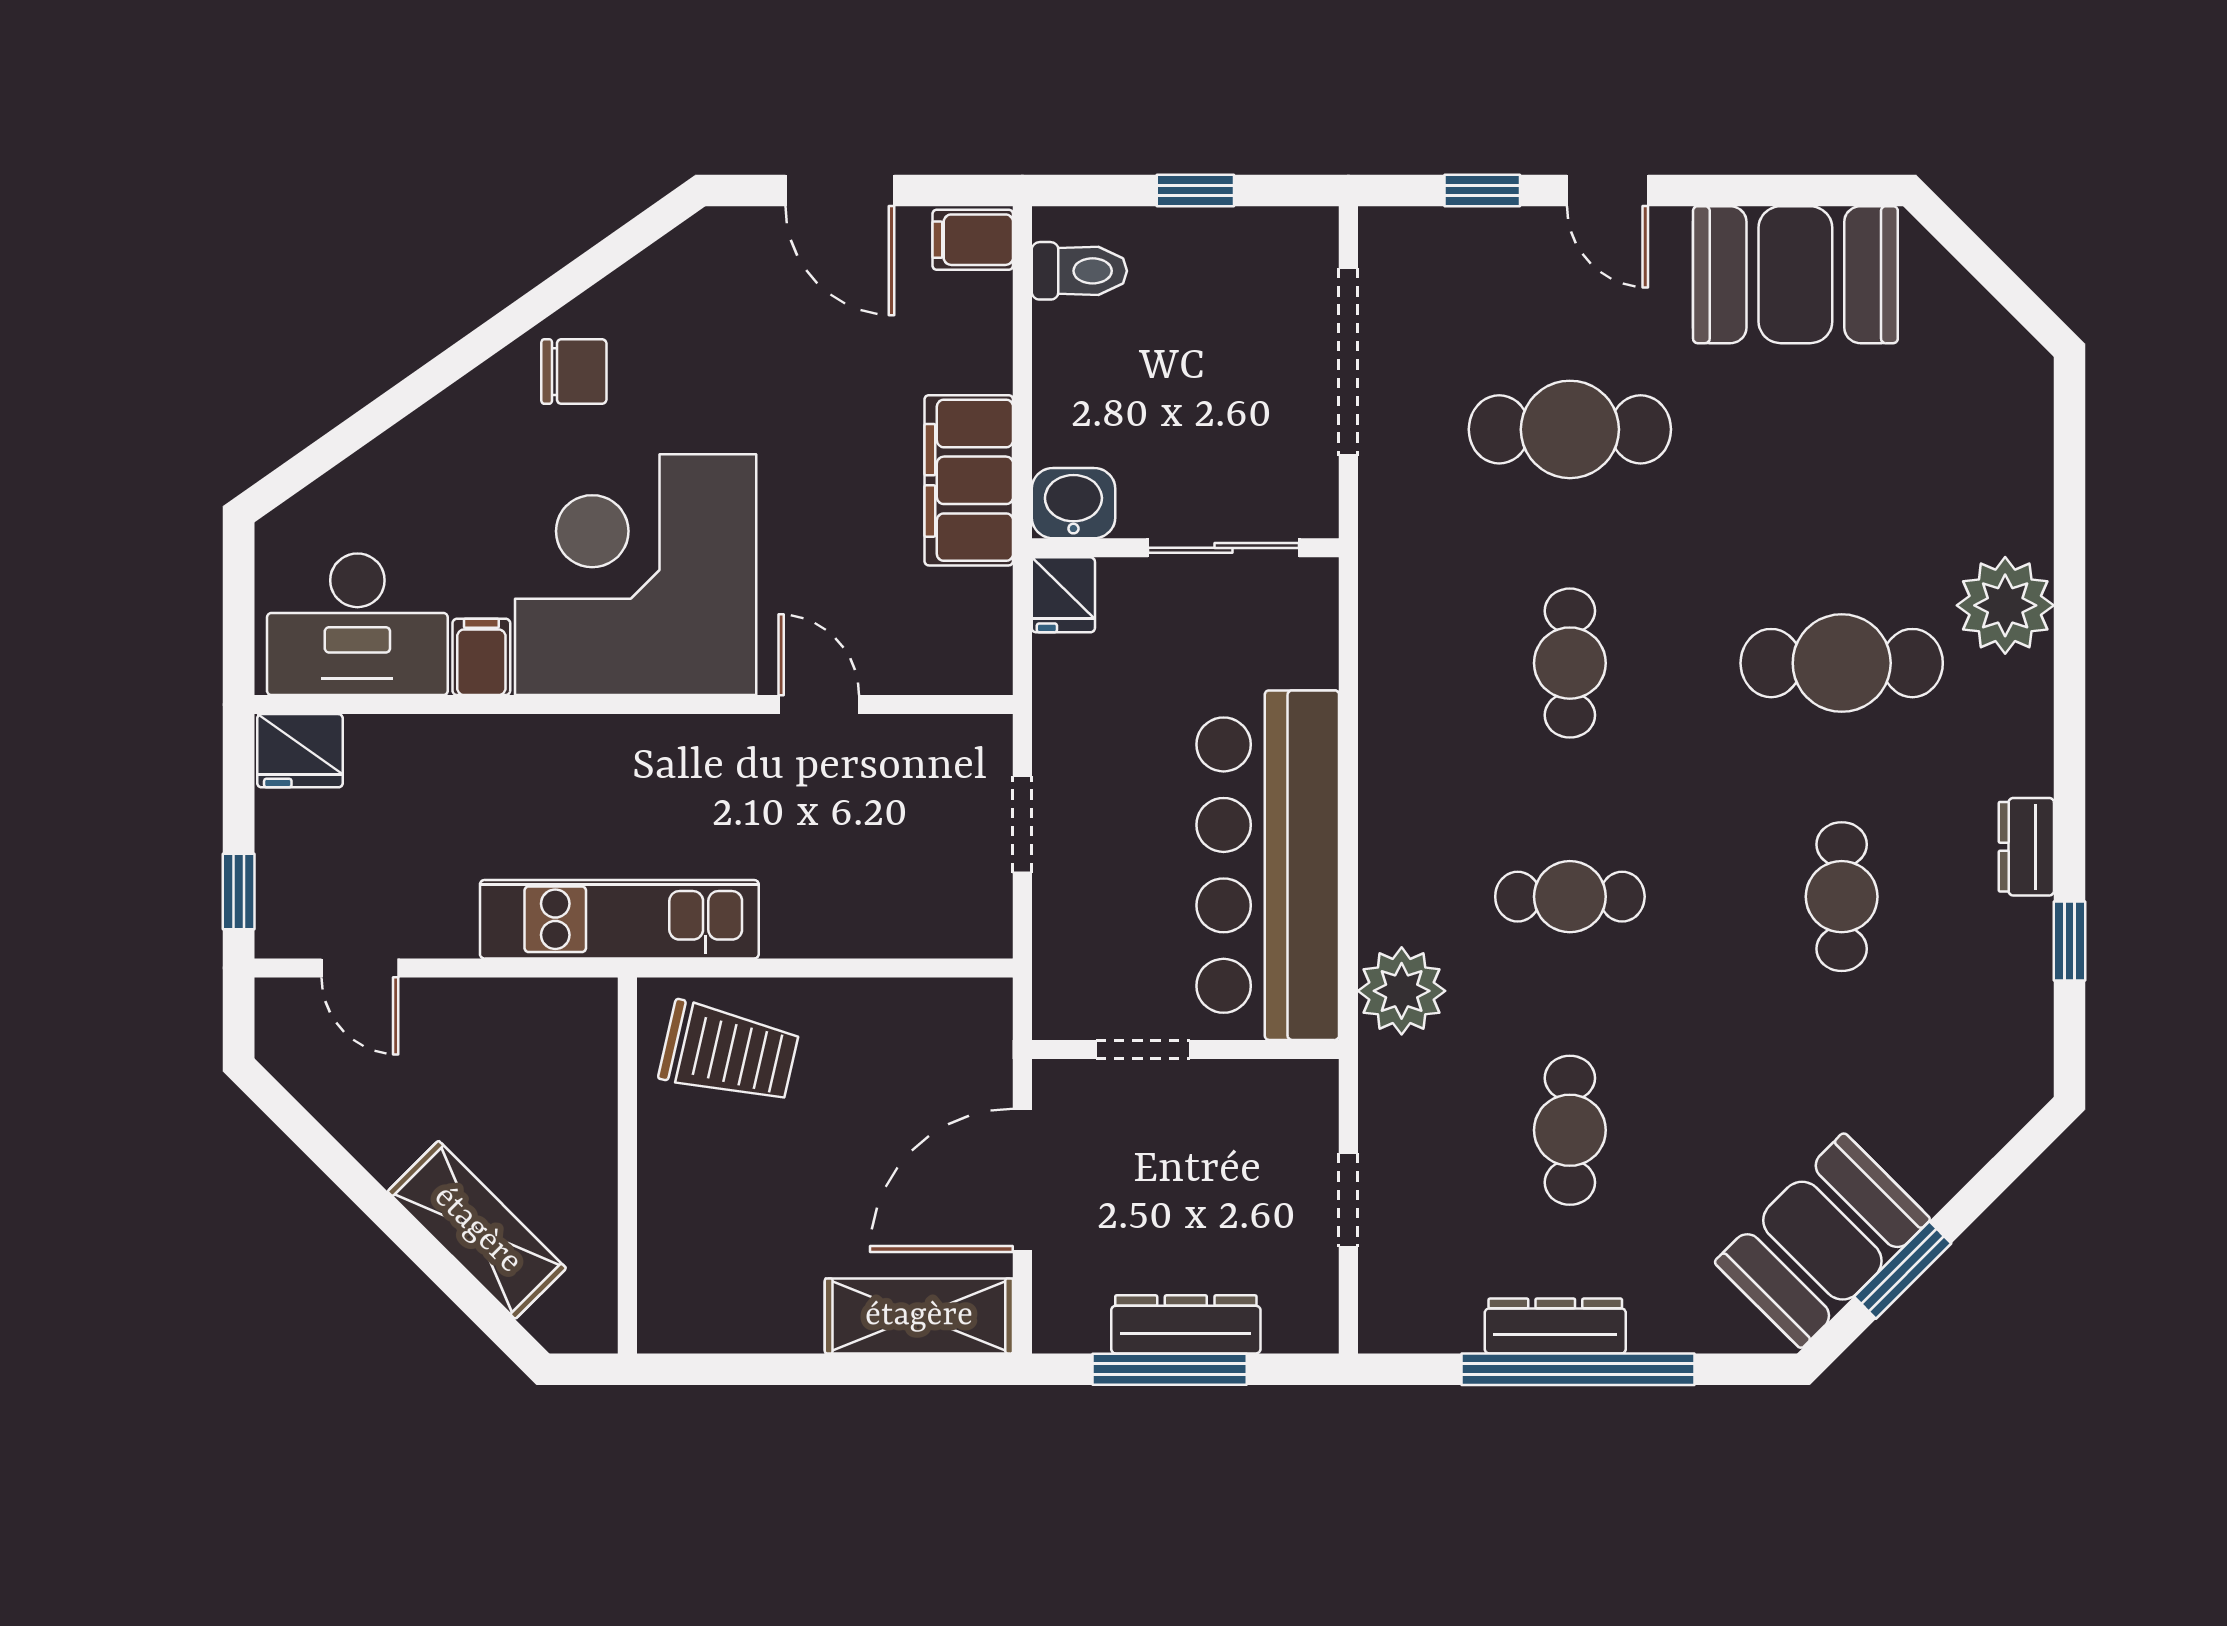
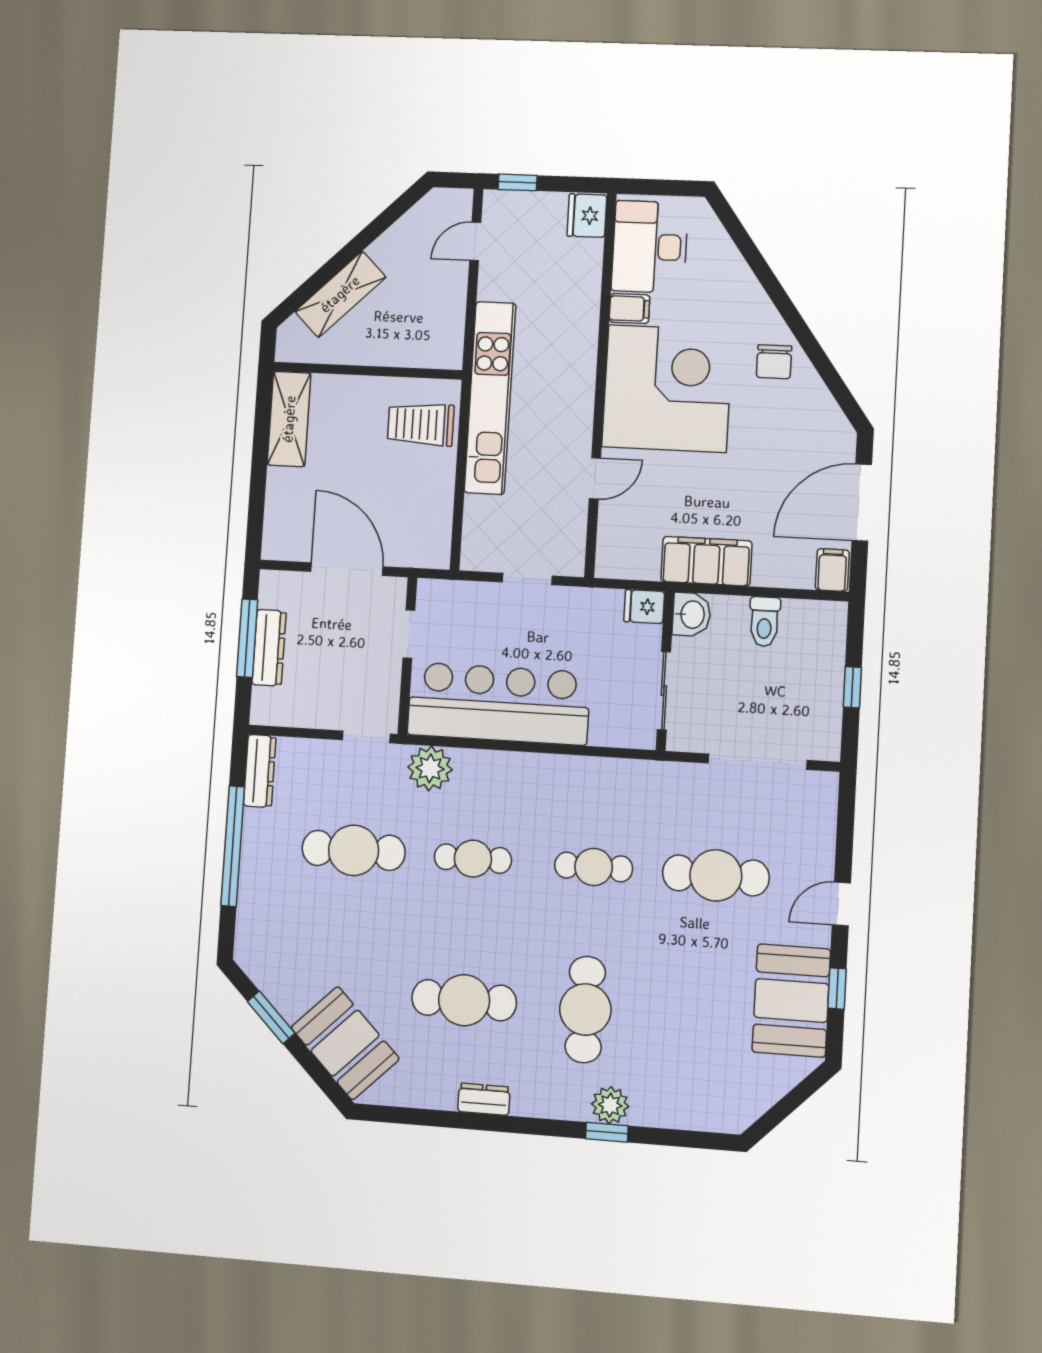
door: (840, 190) -> (862, 503), width x1.36
window: (1482, 190) -> (837, 988), moved
toilet: (1079, 271) -> (764, 622), moved
cafe table: (1570, 429) -> (716, 875), turned 90
plant: (2005, 605) -> (610, 1105), width x0.73, depth x0.73
cafe table: (1570, 897) -> (473, 859), turned 90
cafe table: (1842, 897) -> (464, 1000), width x1.37, depth x1.35
kitchen unit: (619, 919) -> (490, 398), width x1.36
window: (2069, 941) -> (607, 1132), moved
trolley: (729, 1053) -> (421, 424), turned 77
cafe table: (1570, 1130) -> (354, 850), width x1.37, depth x1.35
doorway: (1348, 1200) -> (366, 737), moved
booth: (1822, 1241) -> (345, 1043), moved
shelving: (919, 1316) -> (289, 419), moved
dresser: (1555, 1326) -> (260, 771), moved

